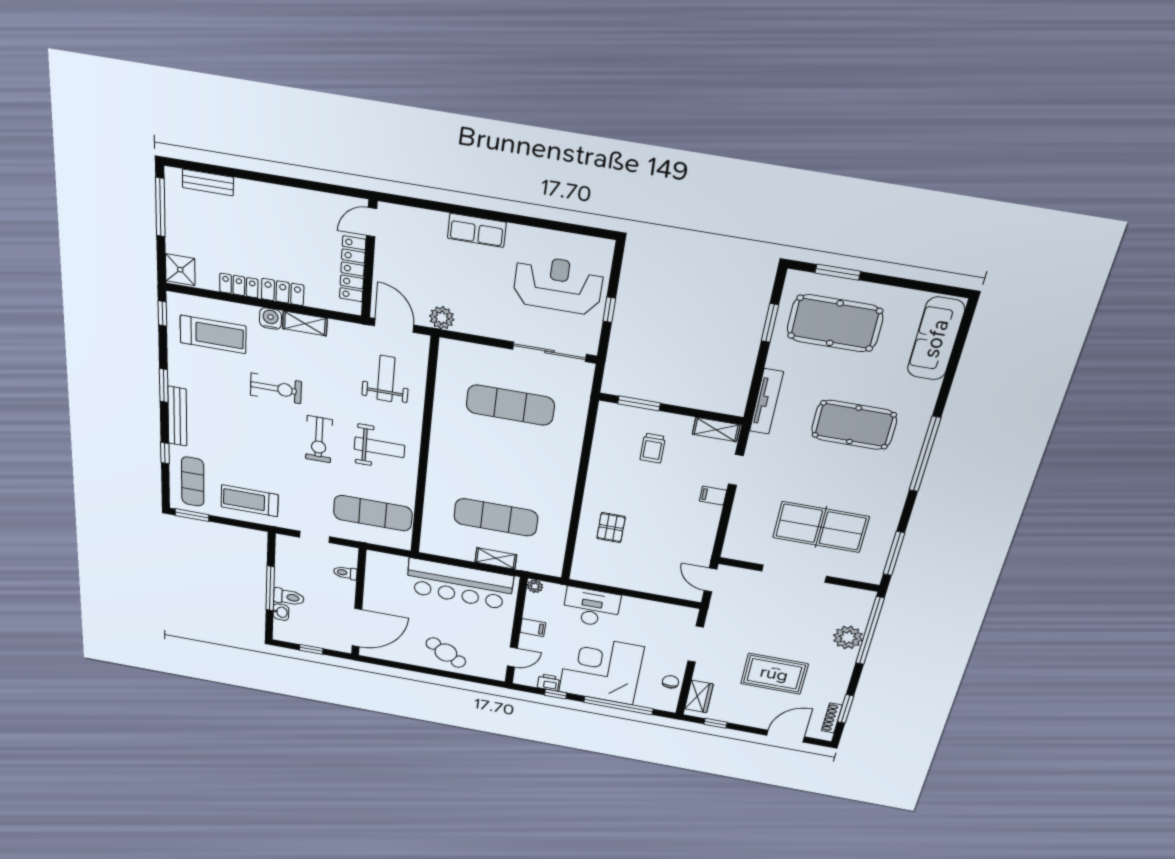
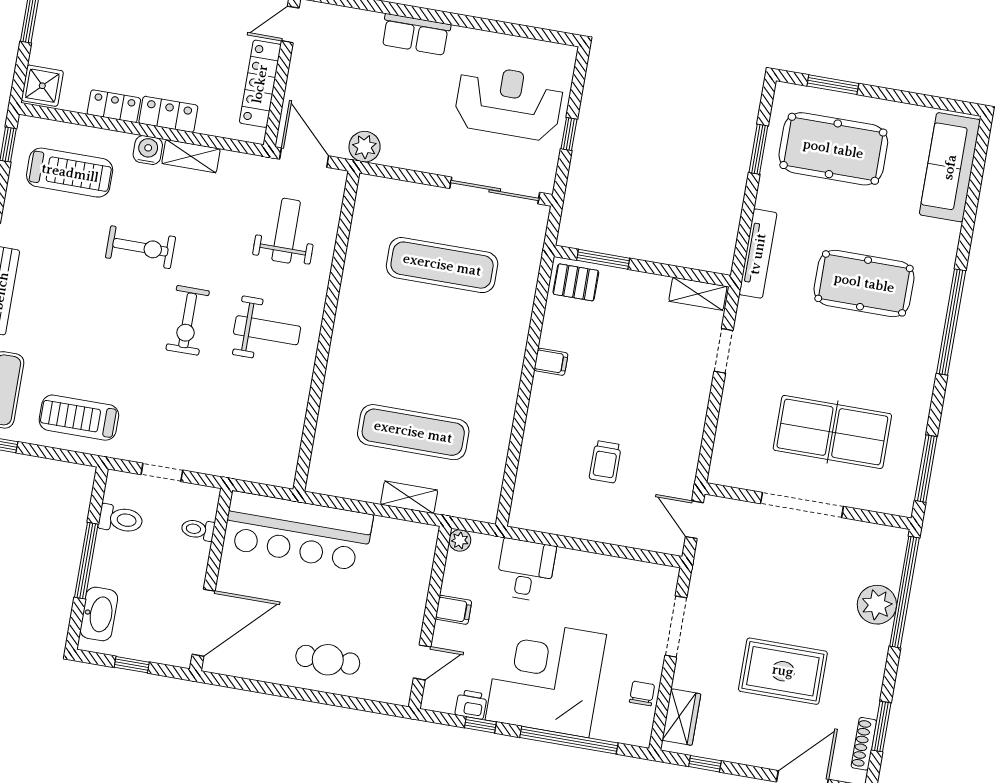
trolley: (653, 448) -> (605, 462), moved
filing cabinet: (713, 496) -> (551, 362), moved, turned 180
exercise mat: (373, 513) -> (247, 431), removed
pallet: (611, 528) -> (576, 282), moved, turned 90
bar counter: (460, 584) -> (298, 531), moved
toilet: (289, 597) -> (121, 519), moved
desk: (591, 607) -> (526, 570), width x0.73
washbasin: (281, 612) -> (99, 614), width x1.91, depth x1.45
cafe table: (446, 653) -> (328, 660), turned -32

